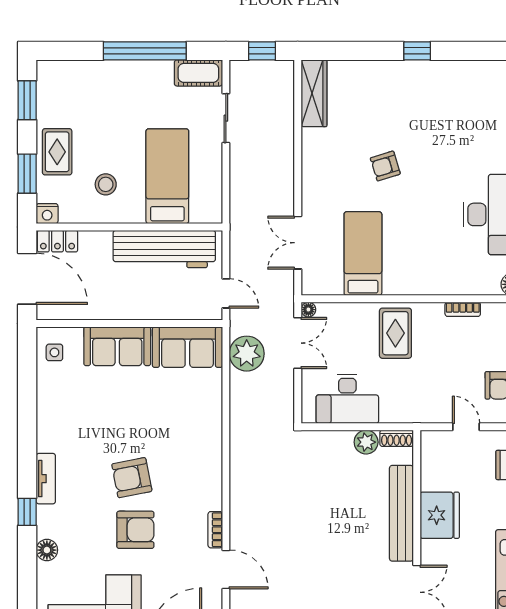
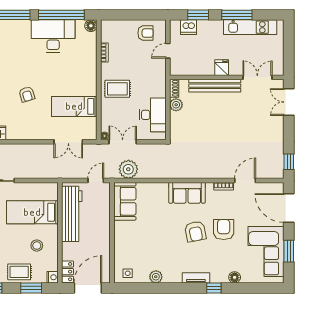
sofa: (117, 346) -> (187, 193), moved, turned 90
plant: (48, 404) -> (156, 277), added
fridge: (440, 515) -> (222, 68), width x0.53, depth x0.75

